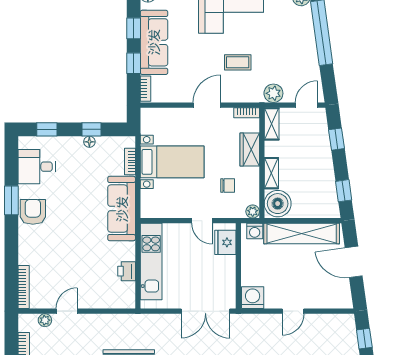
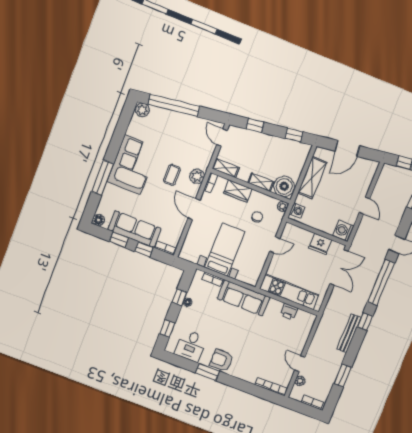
plant: (273, 93) -> (197, 176), moved
shelving: (302, 234) -> (312, 178), width x0.68
fridge: (225, 242) -> (320, 244), moved

